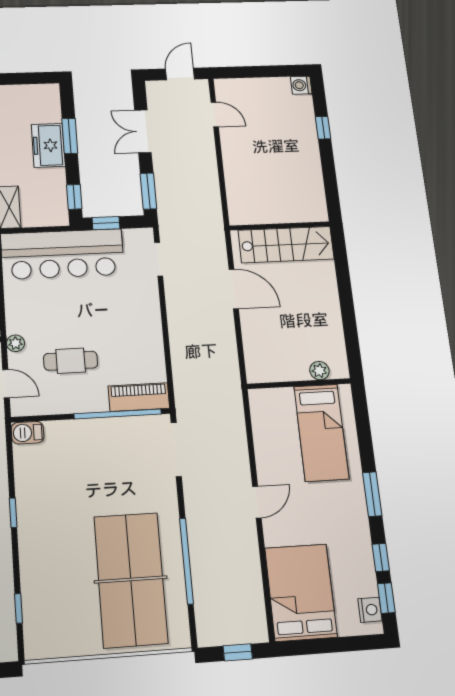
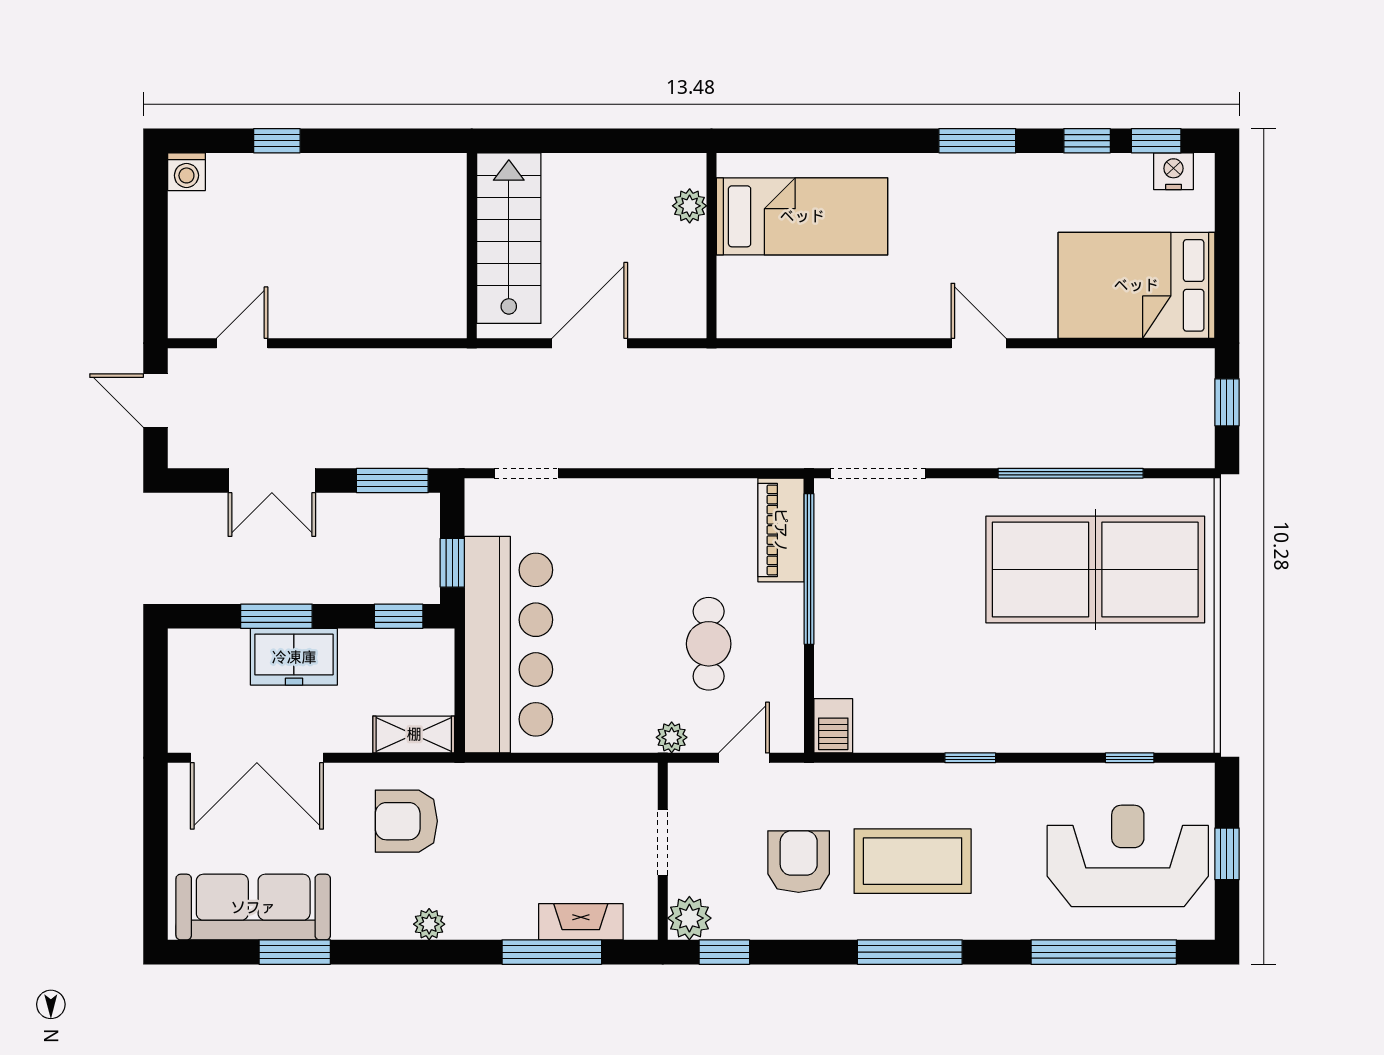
plant: (319, 371) -> (690, 206), moved
wall: (299, 384) -> (712, 246), moved
bed: (321, 433) -> (802, 216), moved

